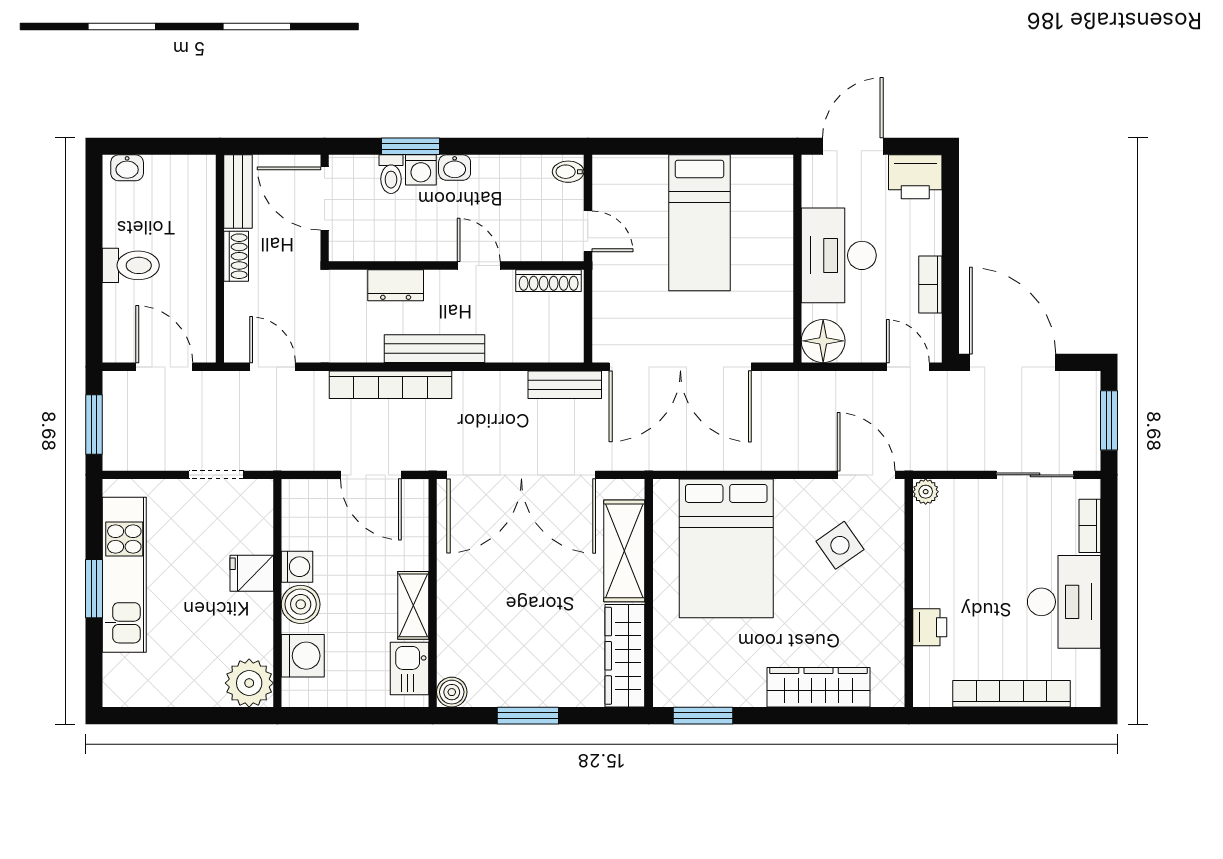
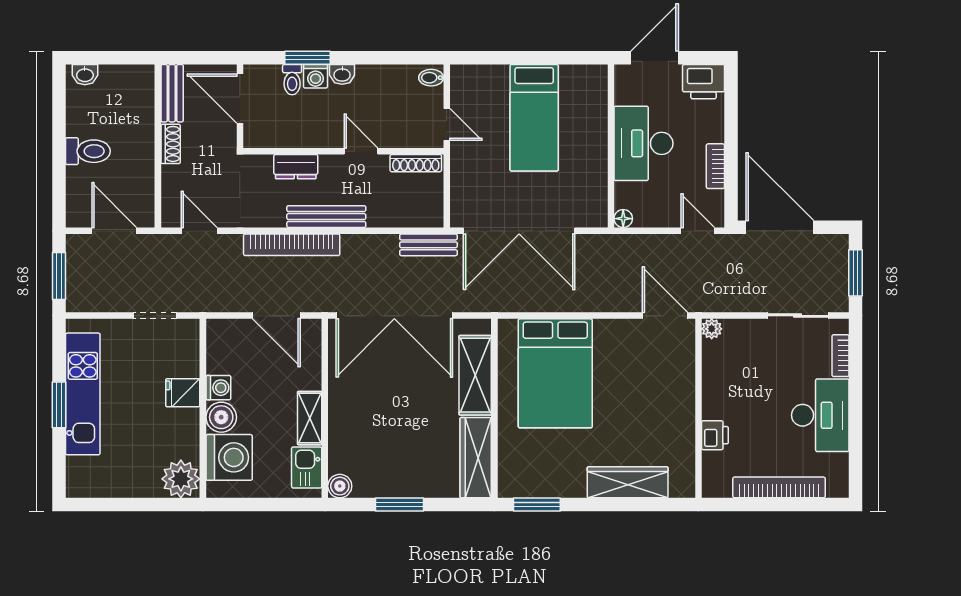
floor lamp: (823, 341) -> (623, 219), width x0.53, depth x0.53
side table: (840, 545) -> (644, 371), removed
washing machine: (303, 656) -> (229, 457), width x1.37, depth x1.37

